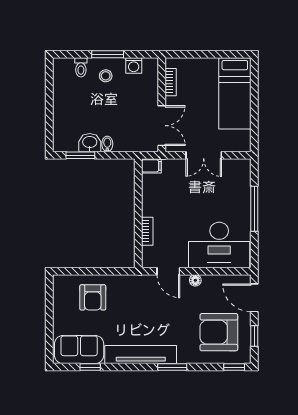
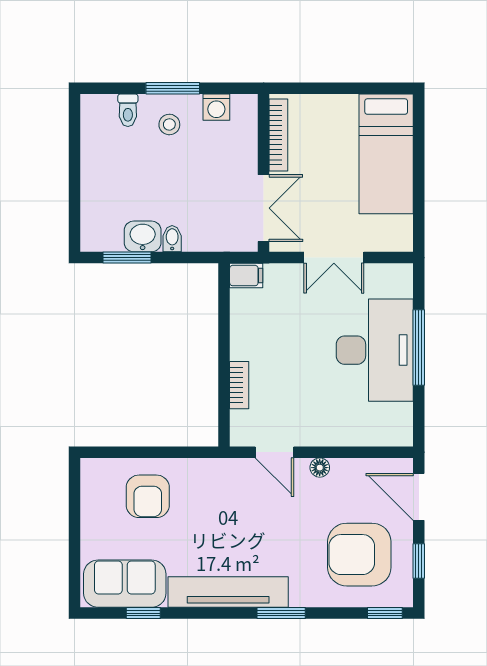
bookcase: (171, 82) -> (278, 135), width x1.56
desk: (219, 245) -> (375, 350), moved, turned -90

